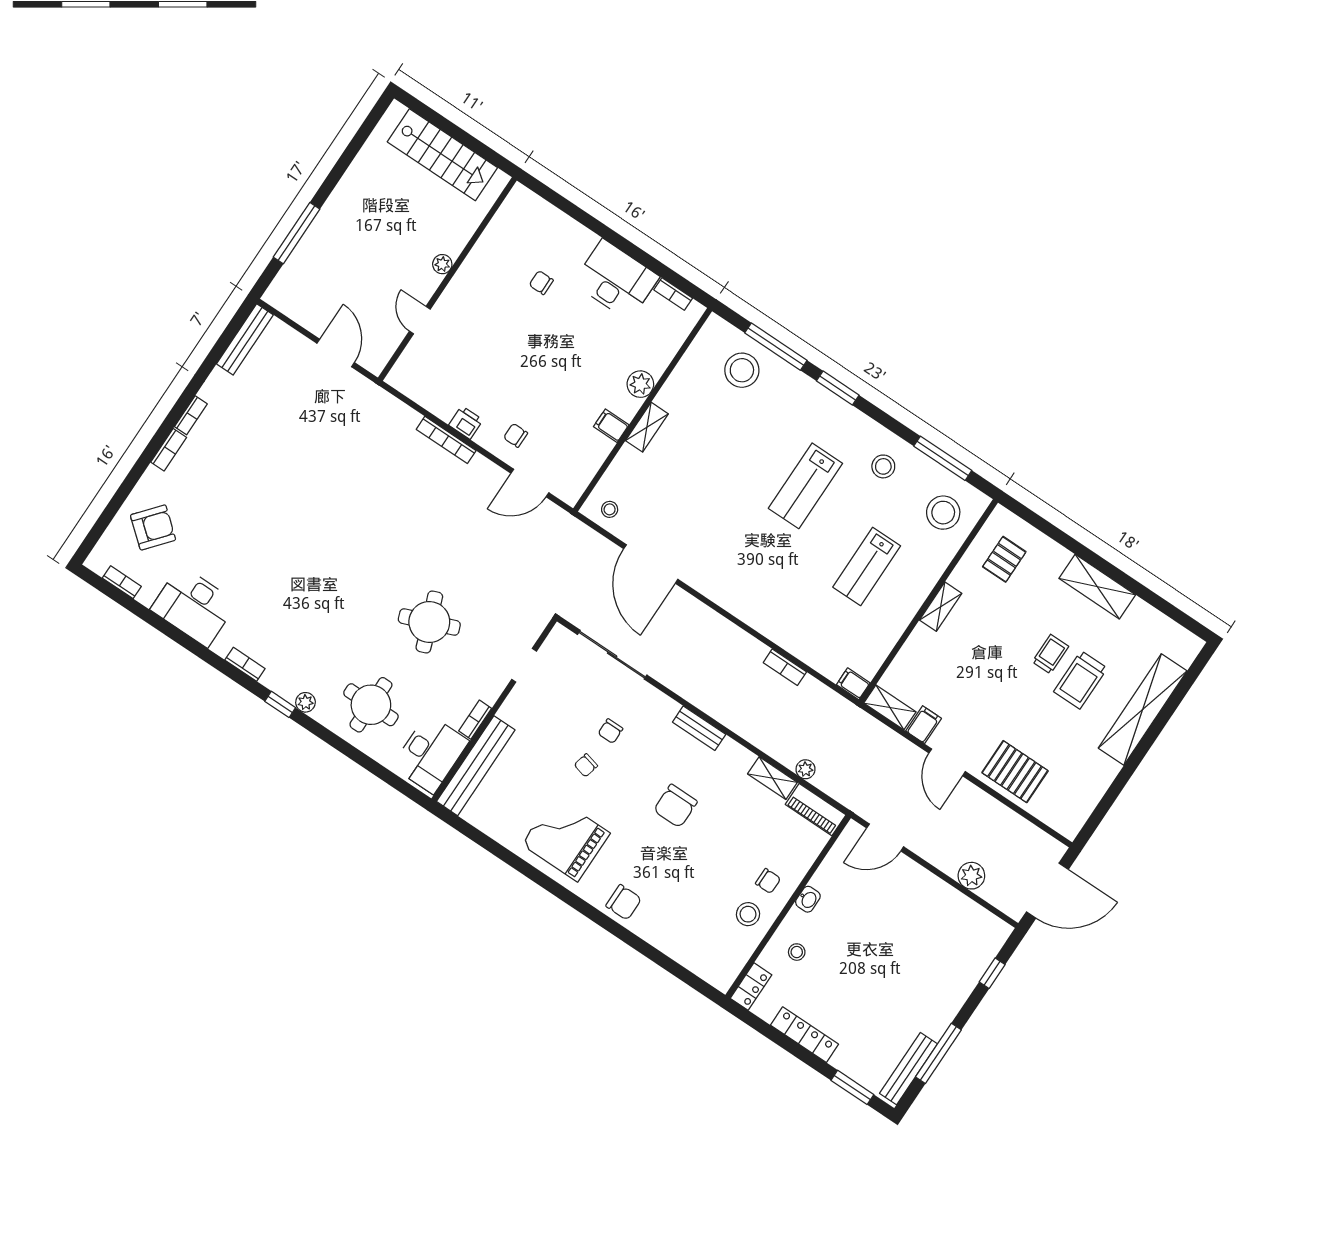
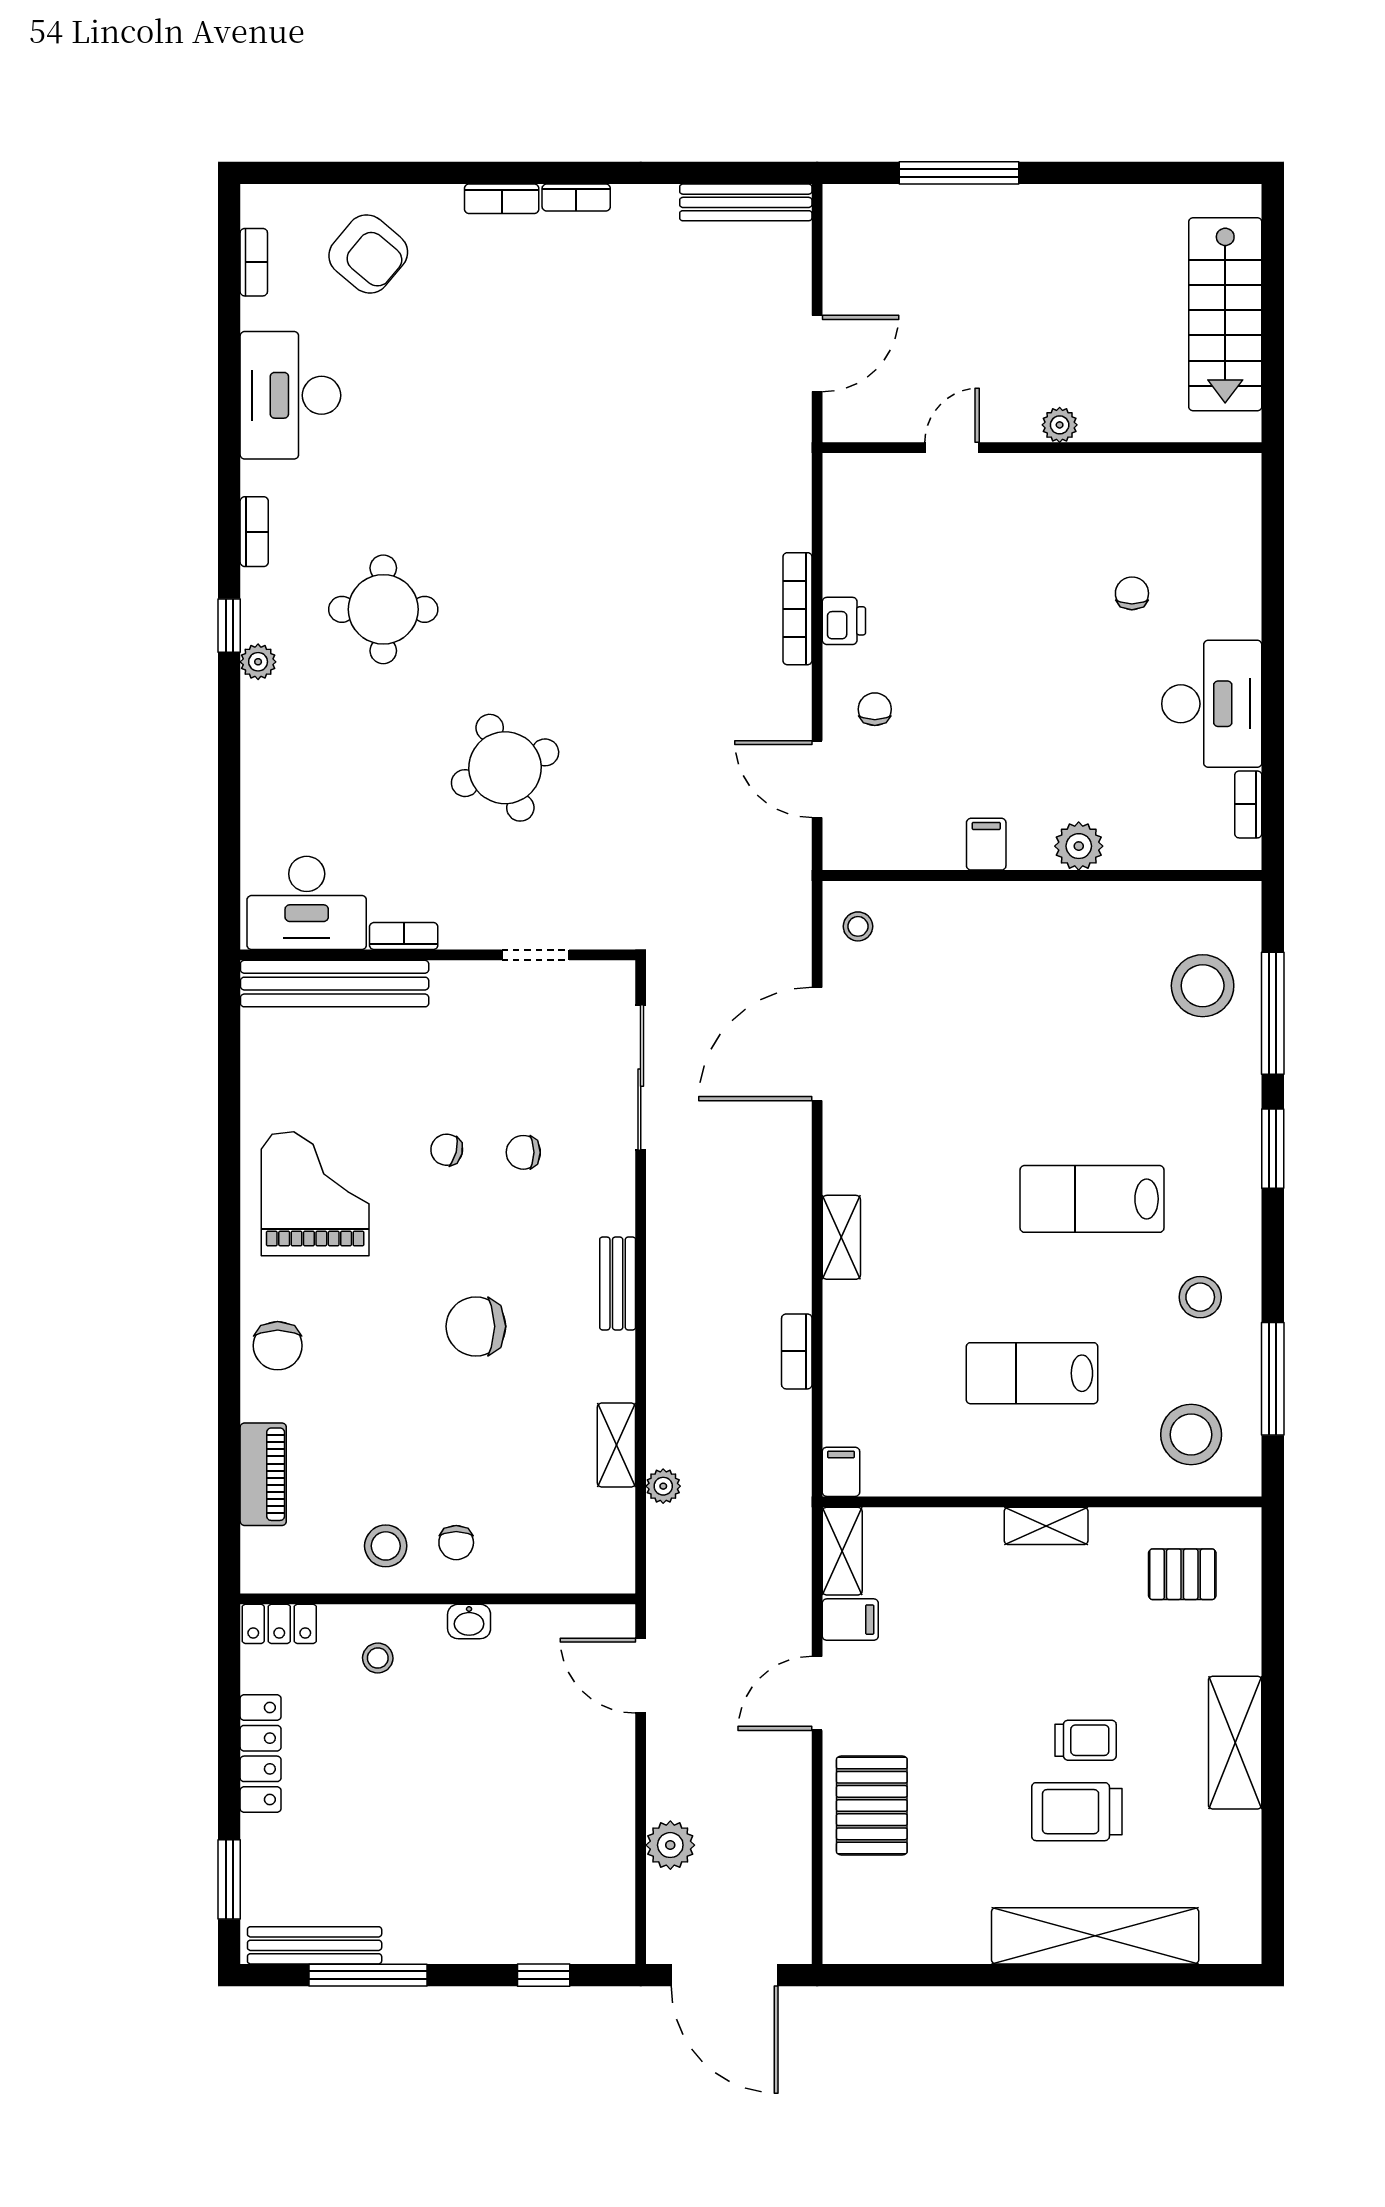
shelving: (647, 427) -> (841, 1237), moved, turned 90
round table: (371, 705) -> (383, 609), moved
piano: (816, 810) -> (263, 1474), moved, turned 180

